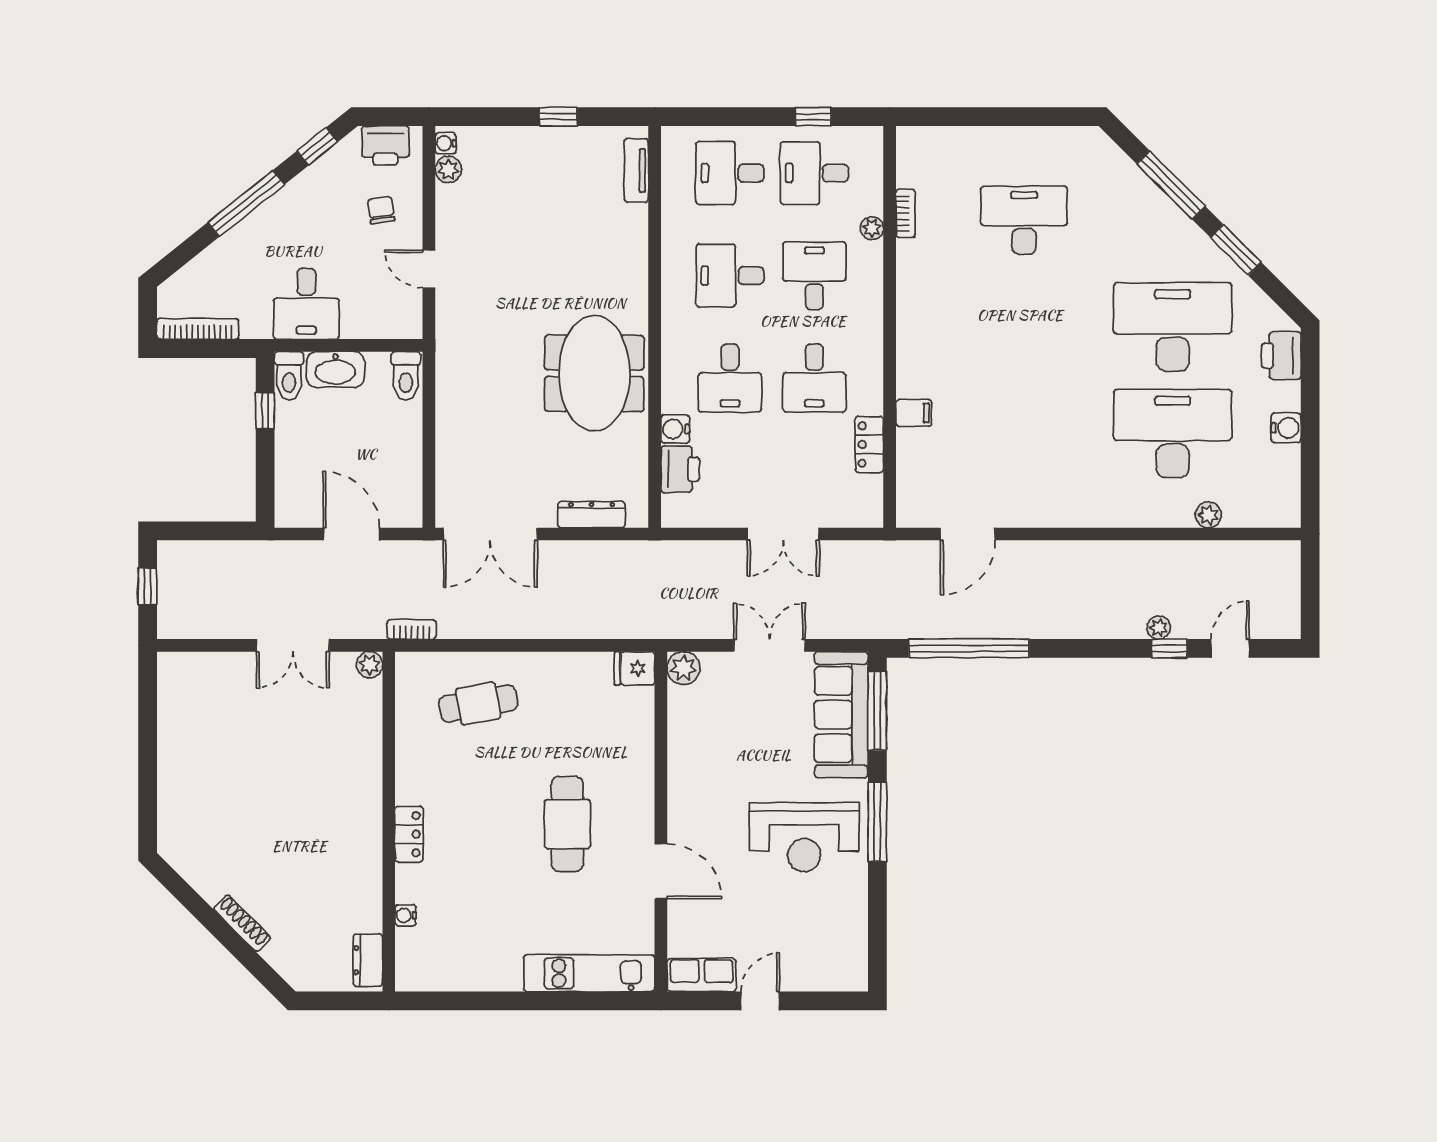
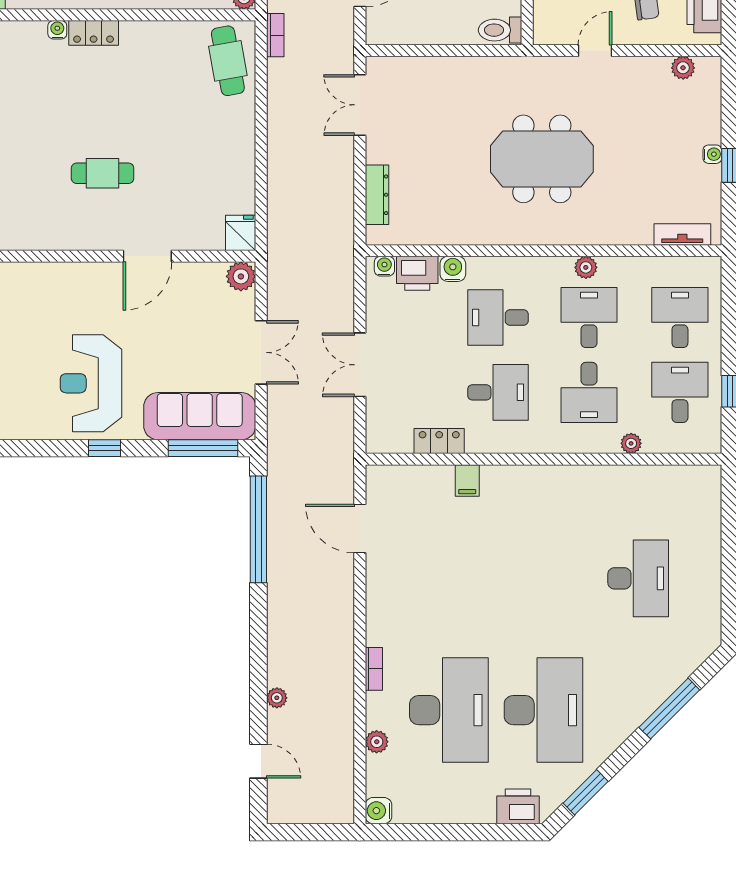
water cooler: (446, 143) -> (712, 154), moved, turned 90
bookcase: (906, 213) -> (374, 669), moved, turned -90
window: (1236, 250) -> (586, 792), moved
desk: (814, 276) -> (589, 392), turned 90
plant: (673, 279) -> (586, 267), added
meeting table: (594, 373) -> (542, 159), moved
desk: (814, 378) -> (498, 392), turned 180
water cooler: (1286, 428) -> (378, 811), moved, turned 90
water cooler: (672, 506) -> (384, 266), added
double door: (490, 534) -> (360, 105), width x0.73
window: (1169, 648) -> (258, 707), removed
cafe table: (478, 704) -> (228, 61), moved
window: (877, 822) -> (104, 448), width x0.46
cafe table: (567, 824) -> (103, 173), width x0.73, depth x0.74
door: (661, 871) -> (147, 256), moved
water cooler: (405, 915) -> (57, 30), moved

